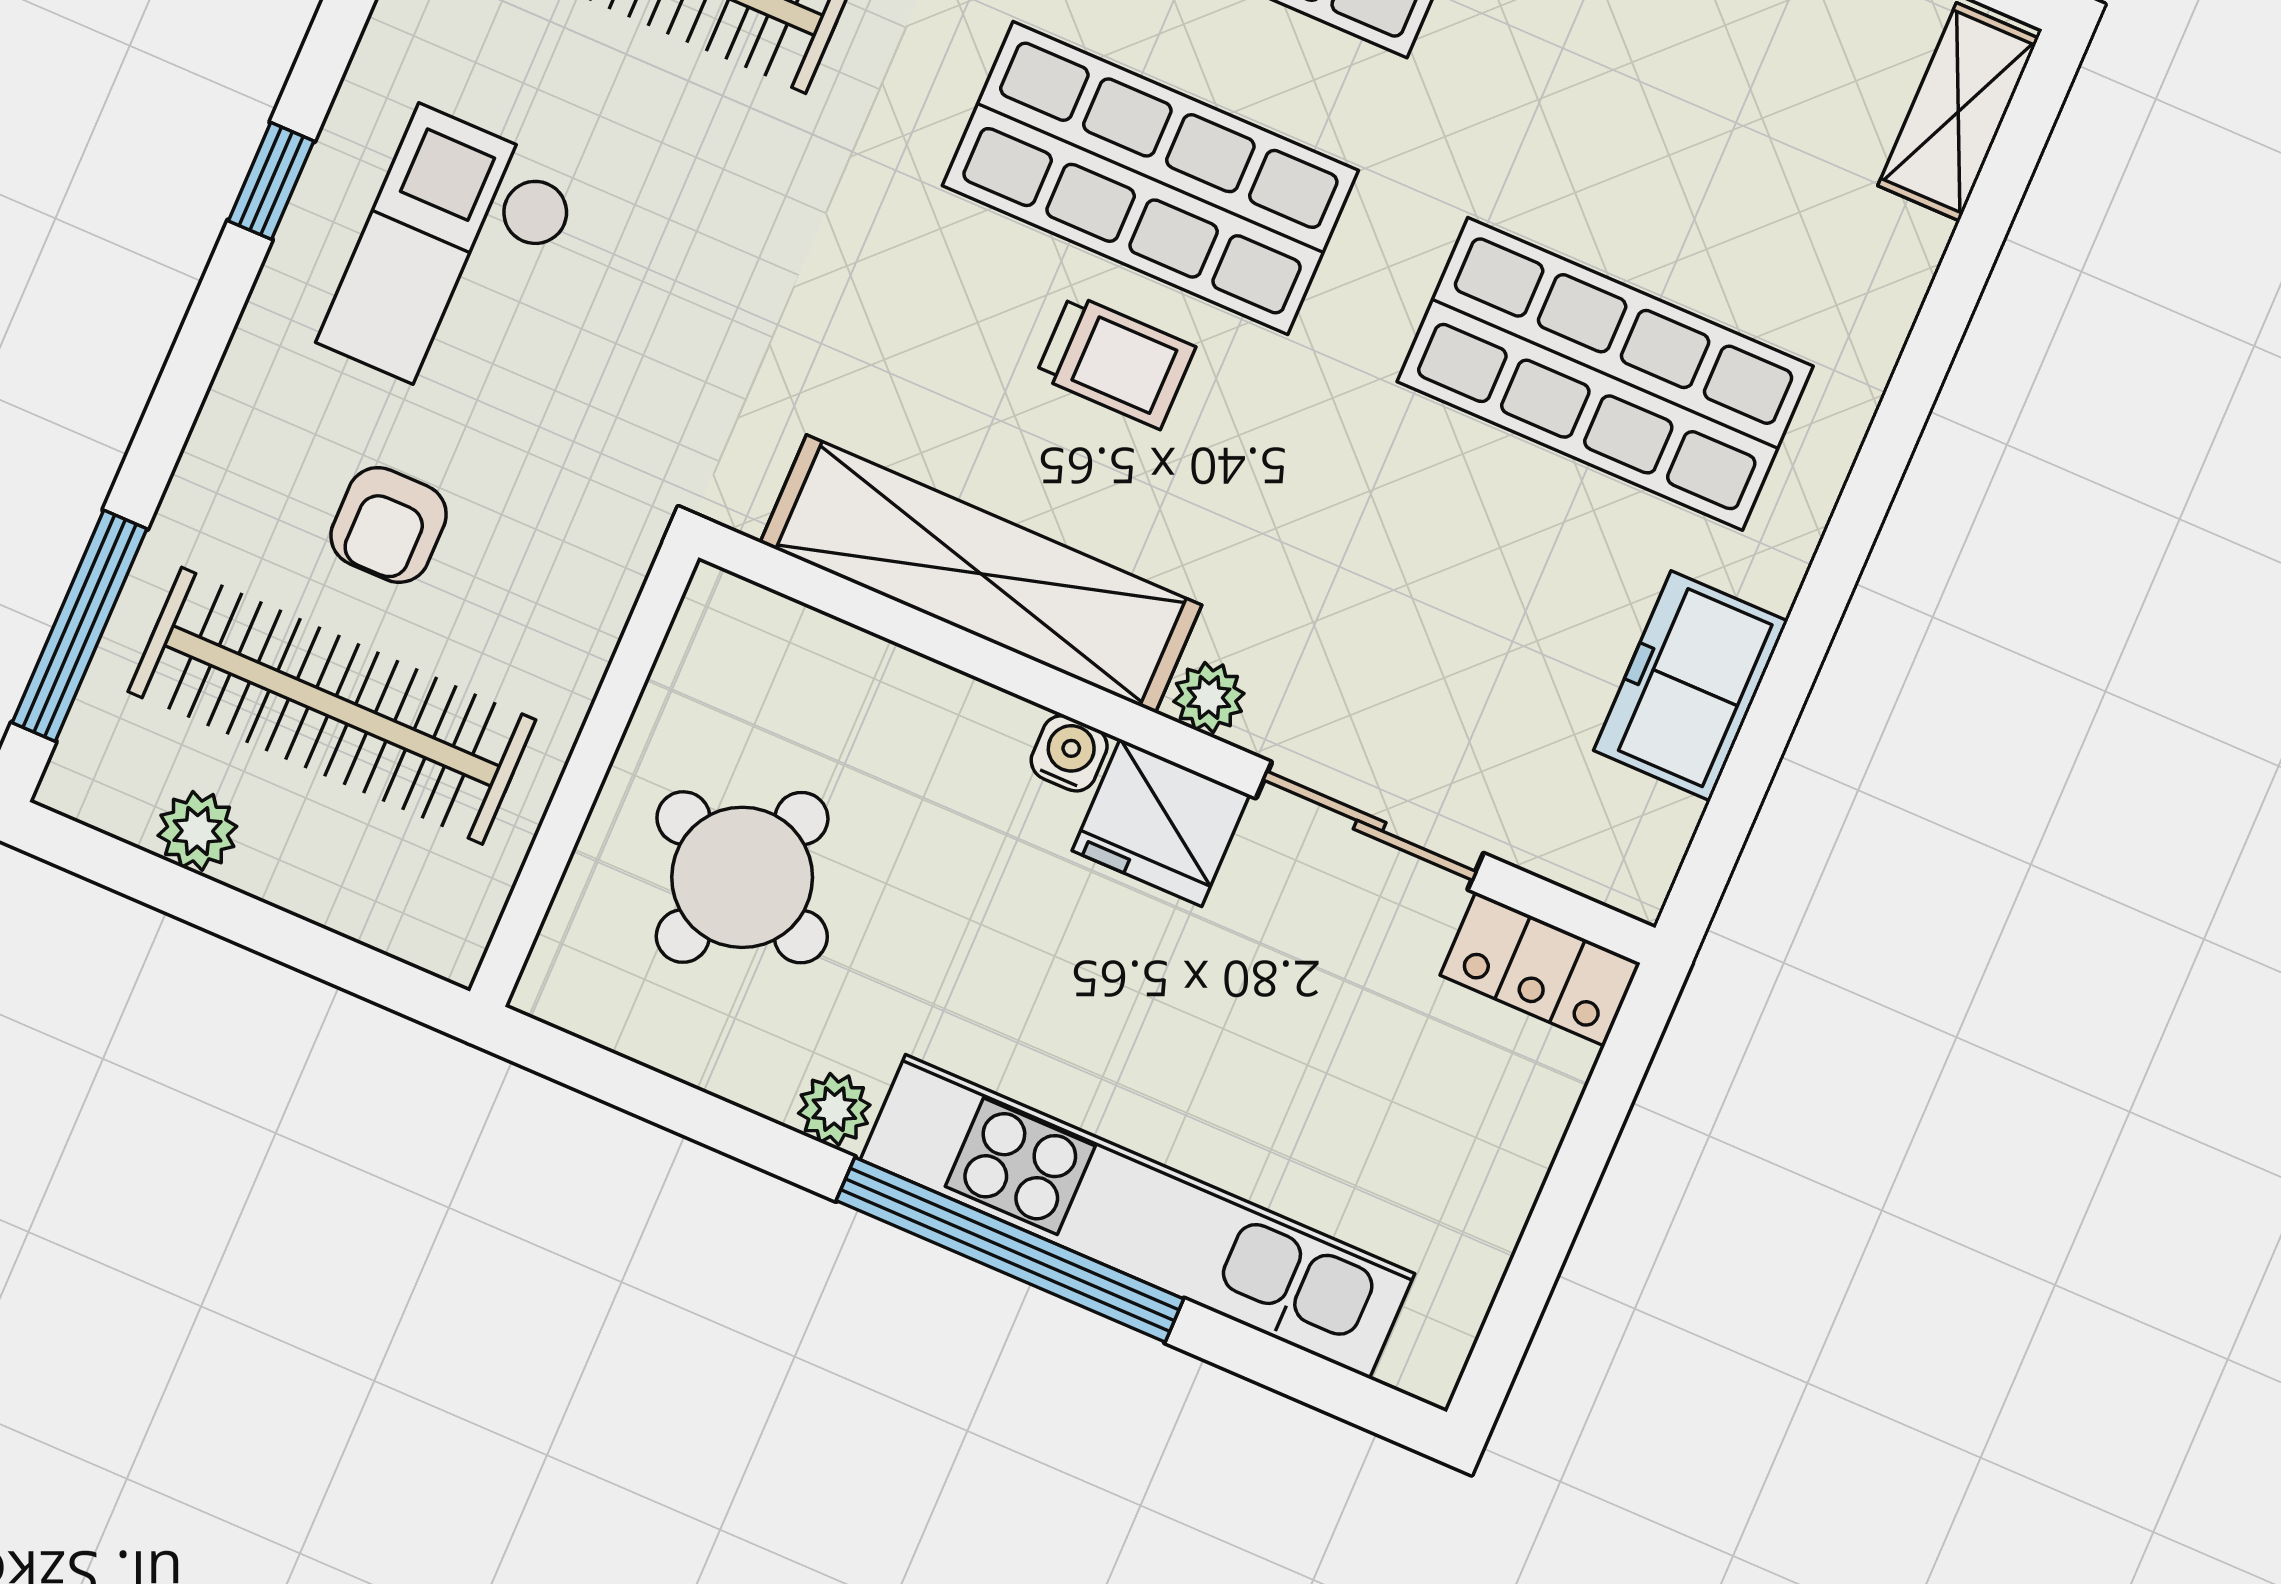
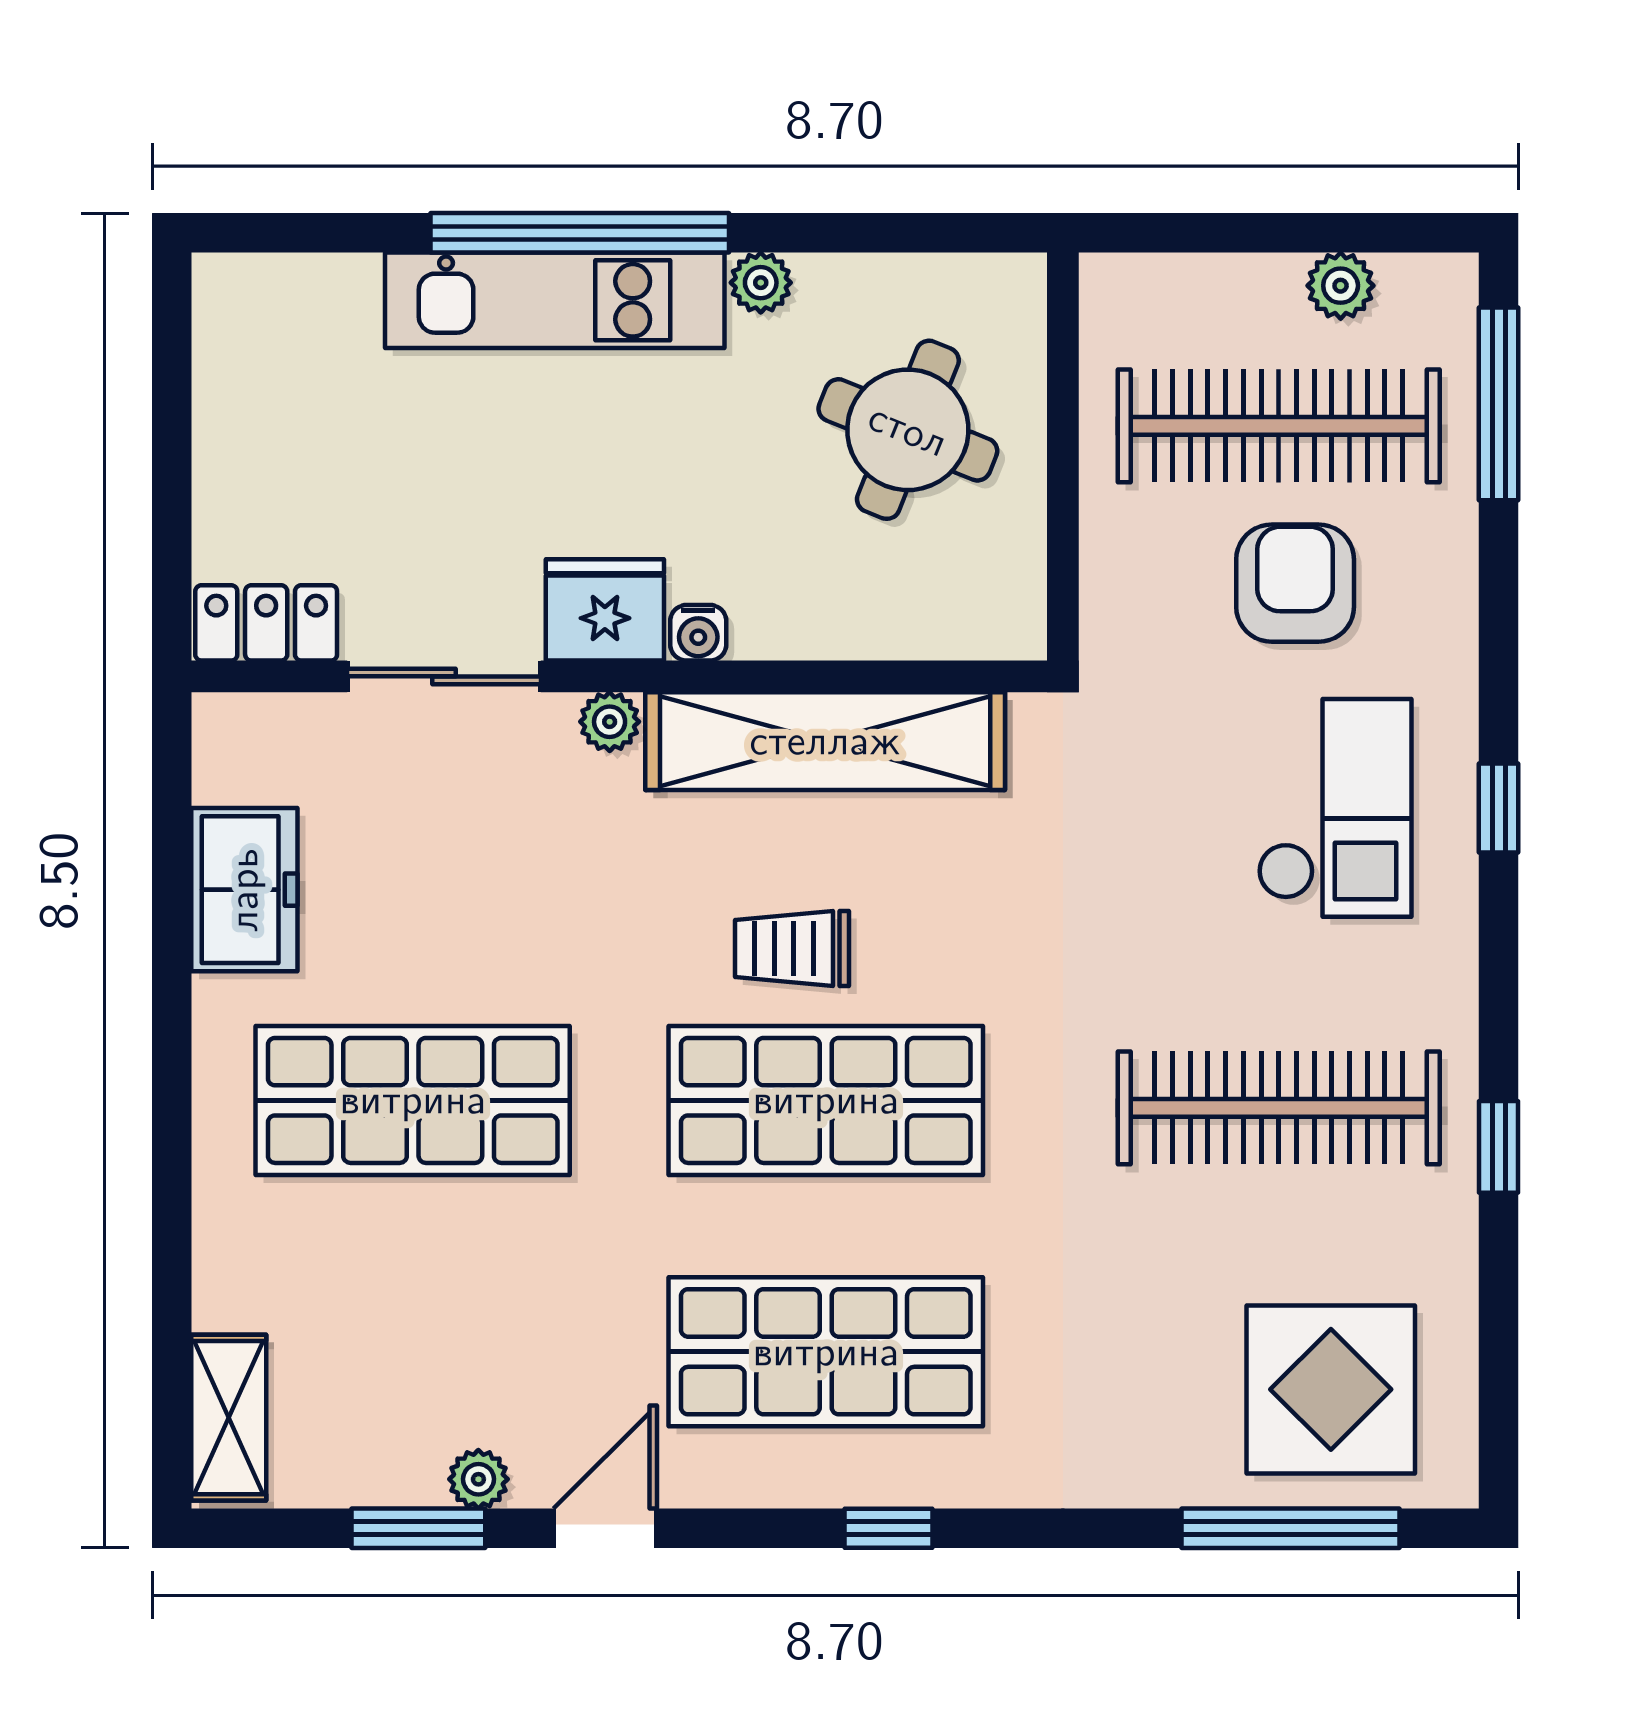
armchair: (389, 525) -> (1295, 583), width x1.38, depth x1.38
kitchen unit: (1137, 1217) -> (555, 300), width x0.73

